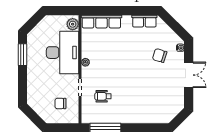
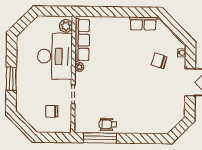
row of seats: (101, 22) -> (82, 40), moved, turned -90
window: (22, 55) -> (11, 79), moved
wheelchair: (103, 96) -> (108, 124), moved

